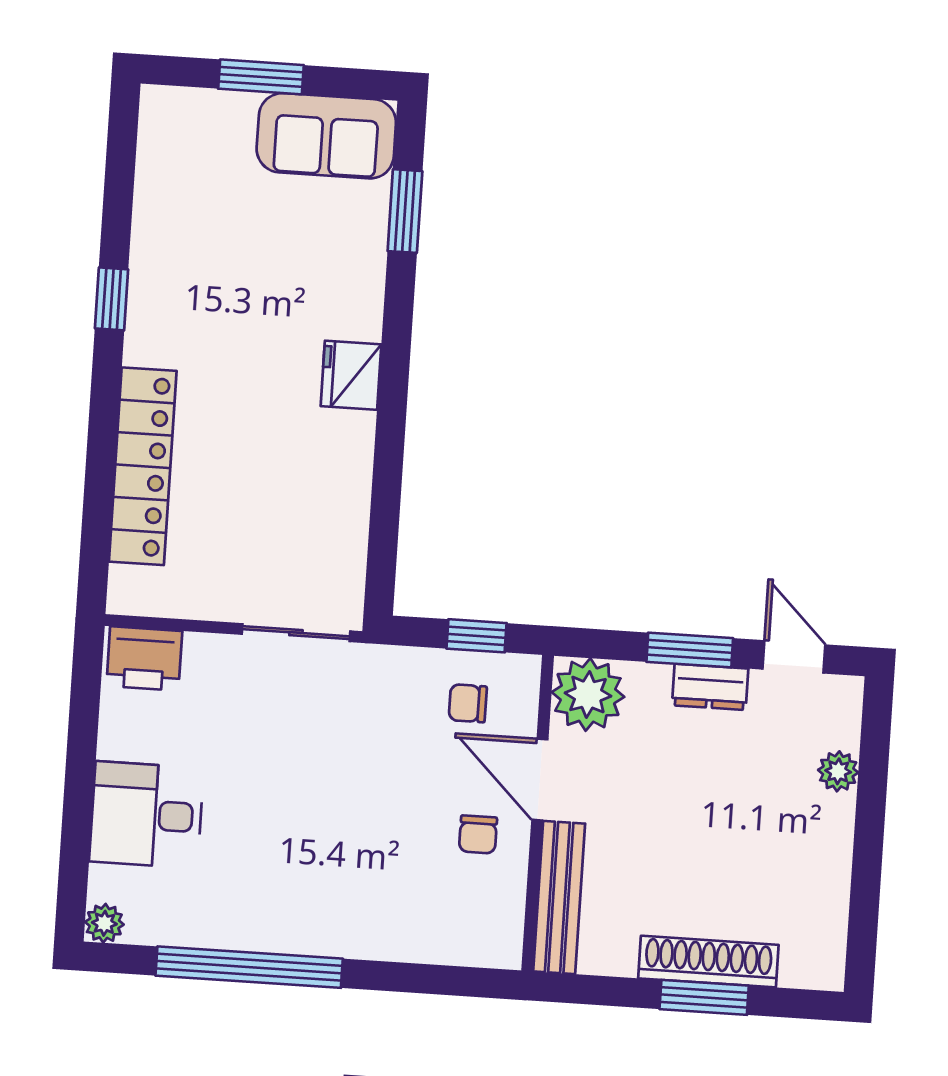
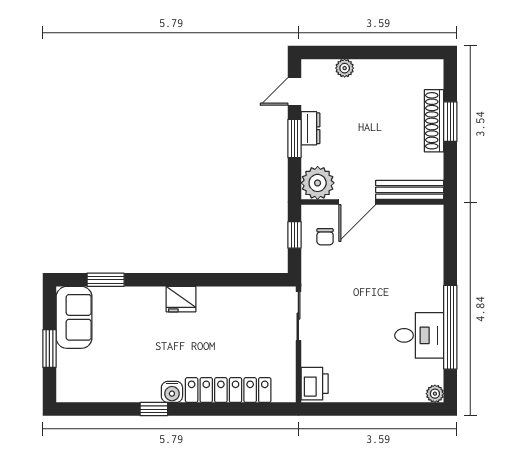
water cooler: (147, 342) -> (172, 392), added
desk: (146, 815) -> (419, 335), moved, turned -90
chair: (478, 834) -> (384, 228), removed

